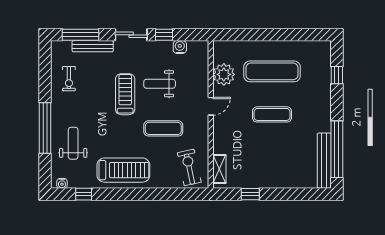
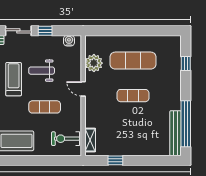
water cooler: (180, 47) -> (69, 41), moved
door: (211, 106) -> (83, 89), swing flipped
exercise bike: (189, 167) -> (66, 139), turned -78

